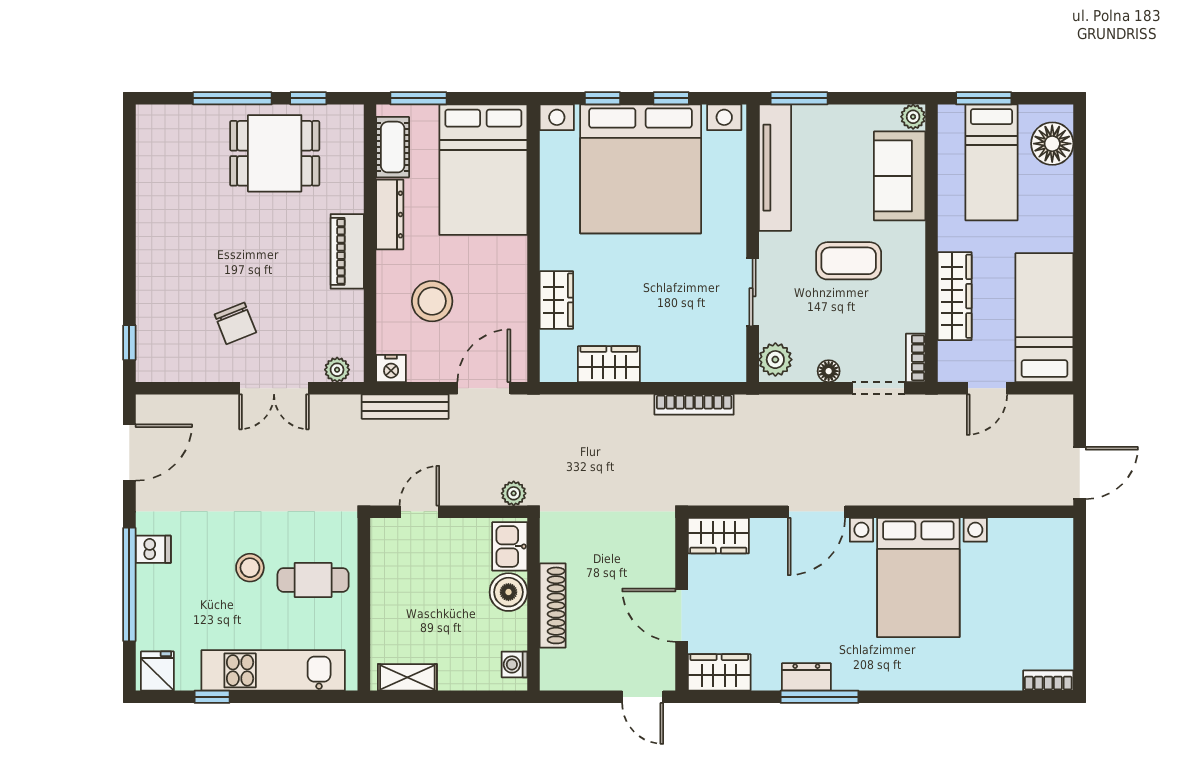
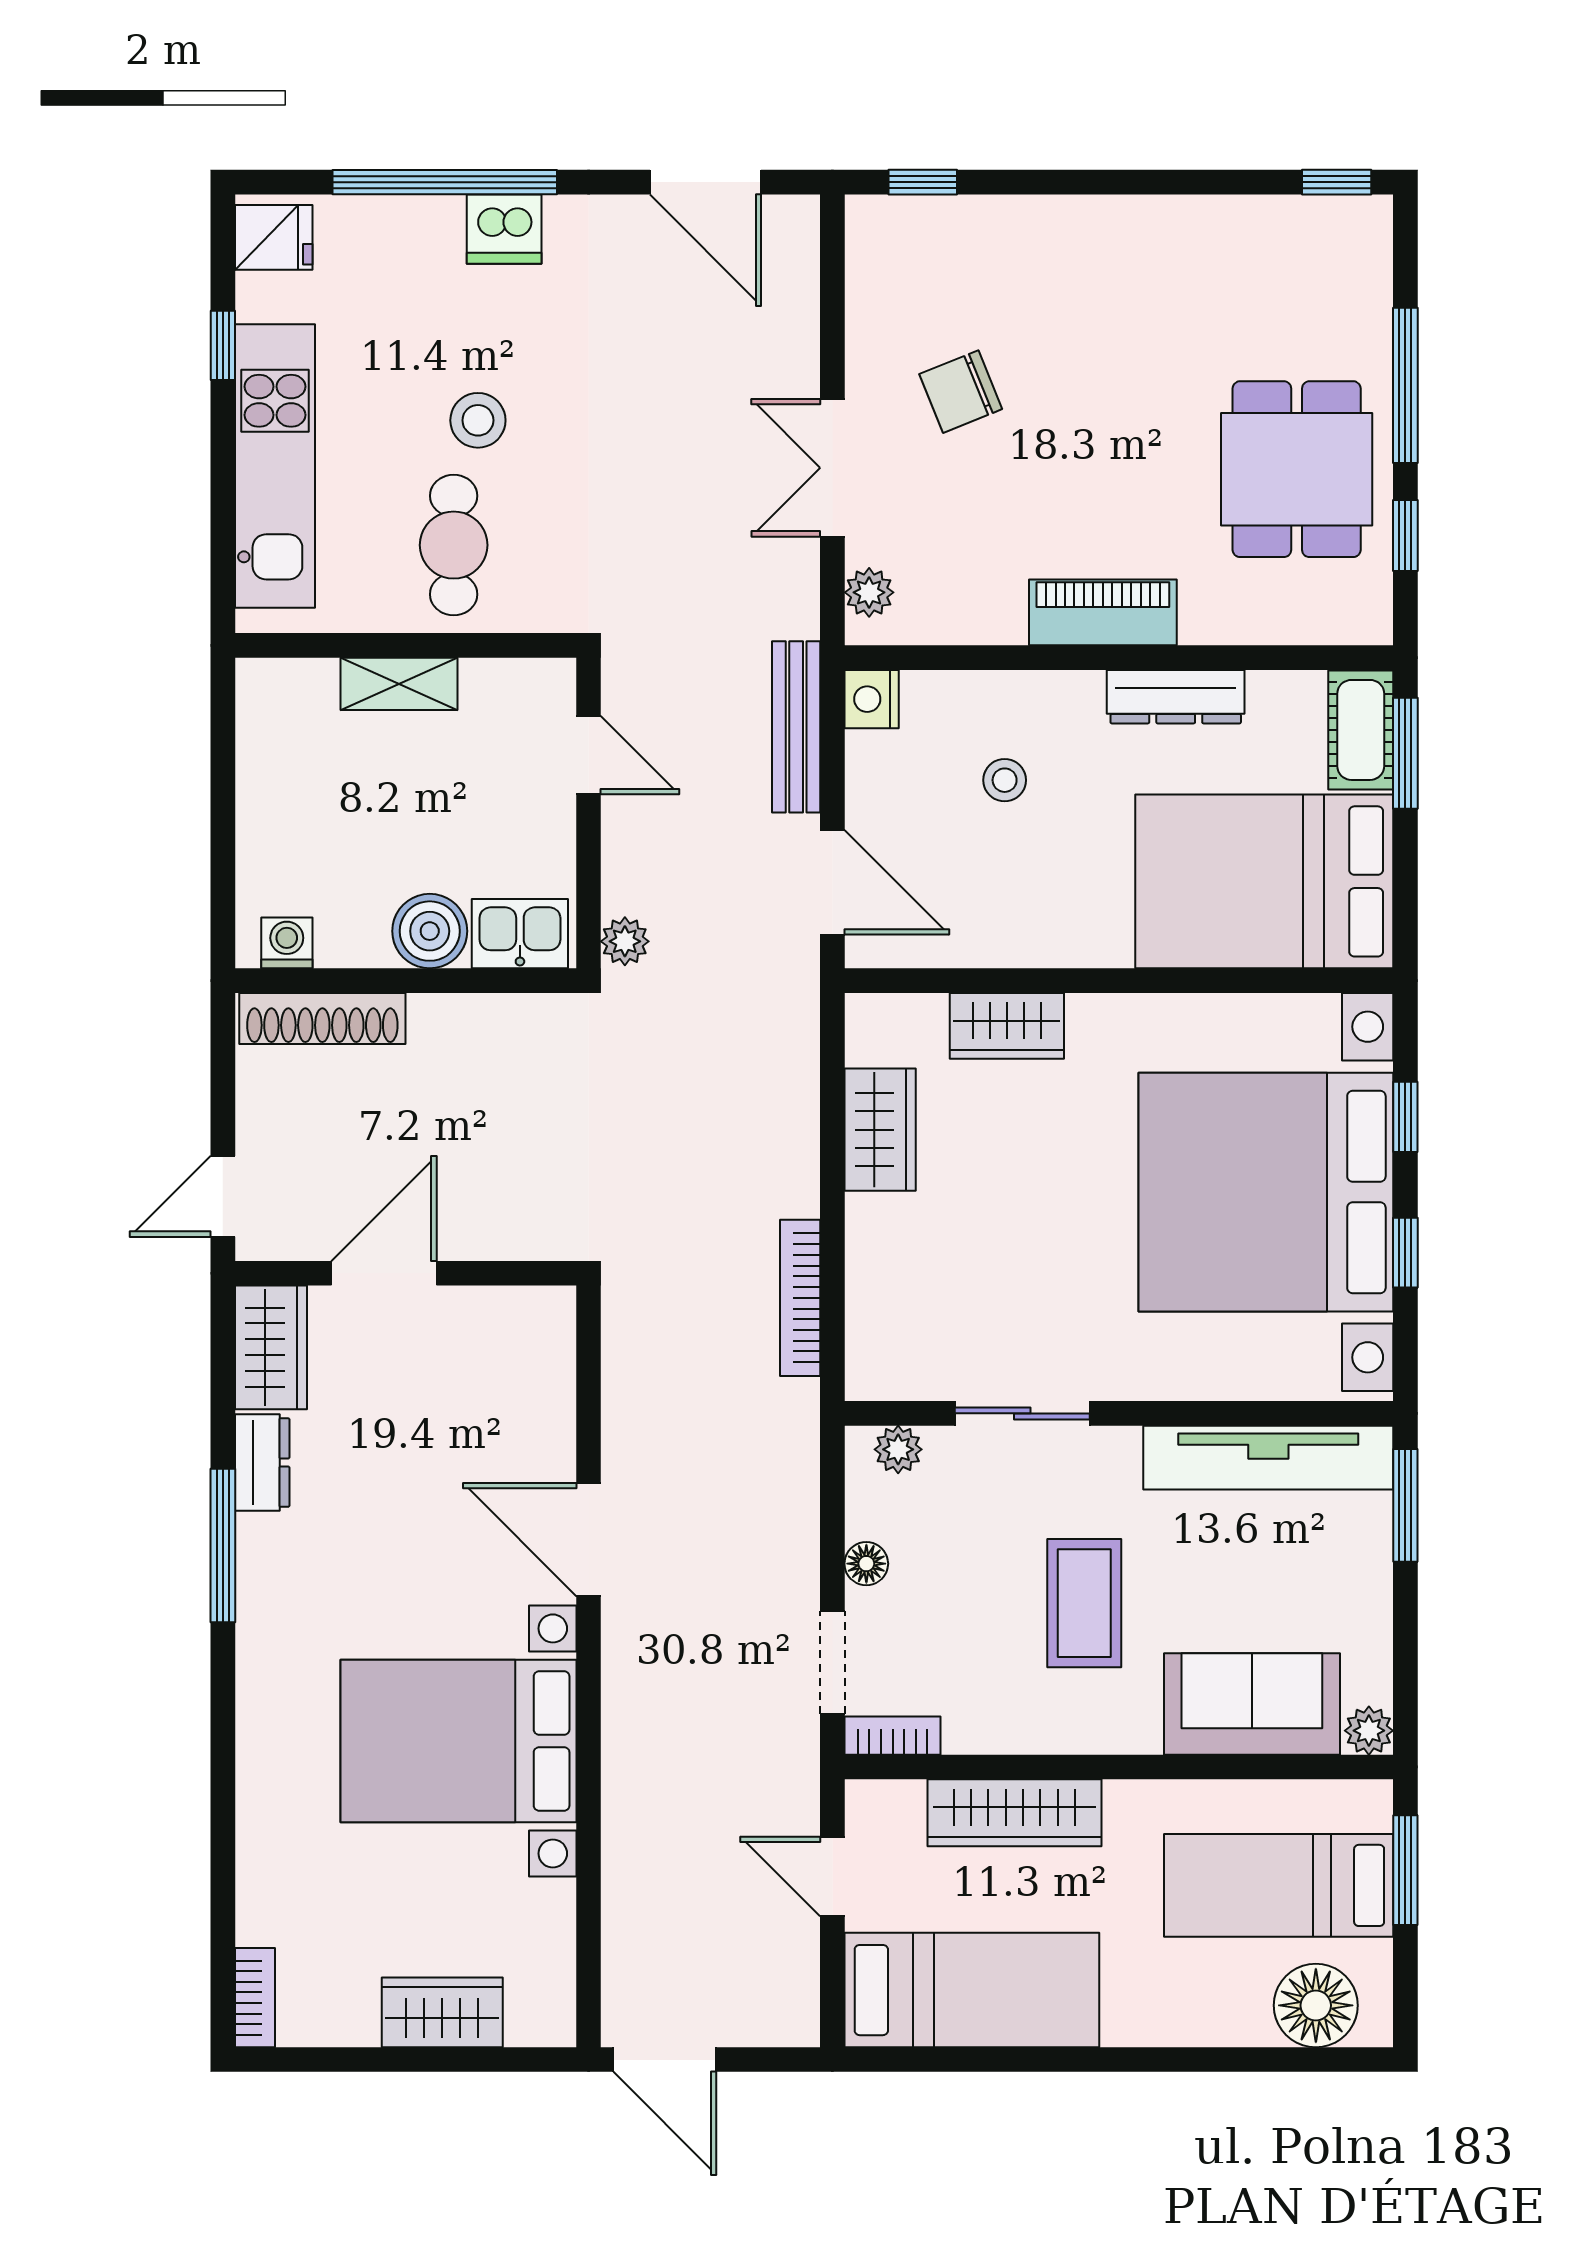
window: (129, 133) -> (1337, 182), added
cot: (393, 147) -> (1361, 730), moved, turned 90
stool: (432, 301) -> (1005, 780), width x0.53, depth x0.53
plant: (775, 360) -> (898, 1449), width x0.73, depth x0.73
wardrobe: (718, 536) -> (442, 2012), moved, turned 90
dishwasher: (153, 549) -> (504, 229), width x1.38
shoe rack: (553, 605) -> (322, 1018), moved
shelving: (407, 677) -> (399, 684), moved, turned 90
dresser: (806, 677) -> (262, 1463), moved

